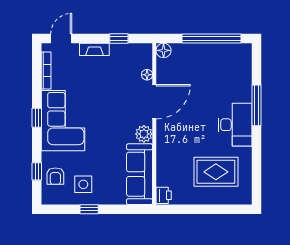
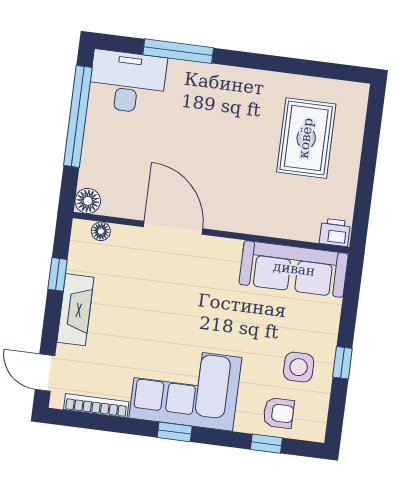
fireplace: (94, 49) -> (75, 310), width x1.37, depth x1.32
floor lamp: (147, 75) -> (101, 231), moved
window: (257, 105) -> (178, 51), moved
desk: (235, 125) -> (127, 82), moved
plant: (144, 134) -> (226, 253), removed

